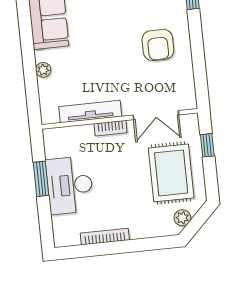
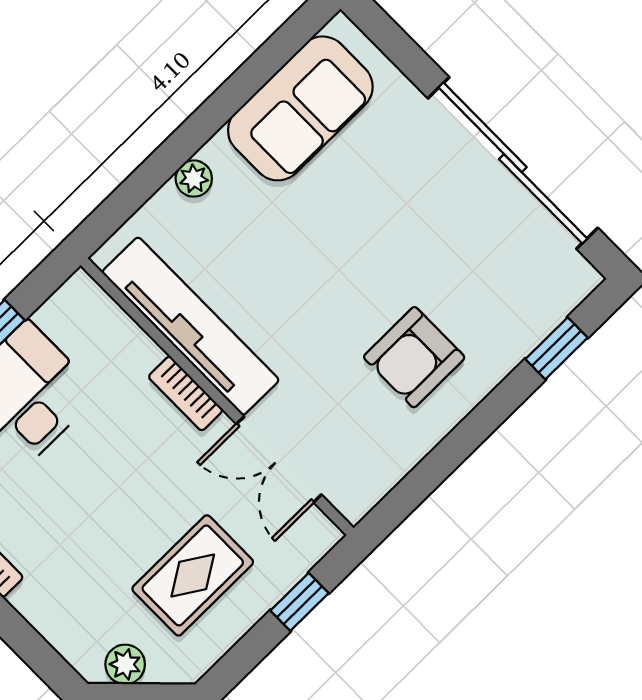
tv unit: (90, 112) -> (191, 326), width x1.36, depth x1.29
rug: (171, 173) -> (193, 575), width x0.73, depth x0.70

